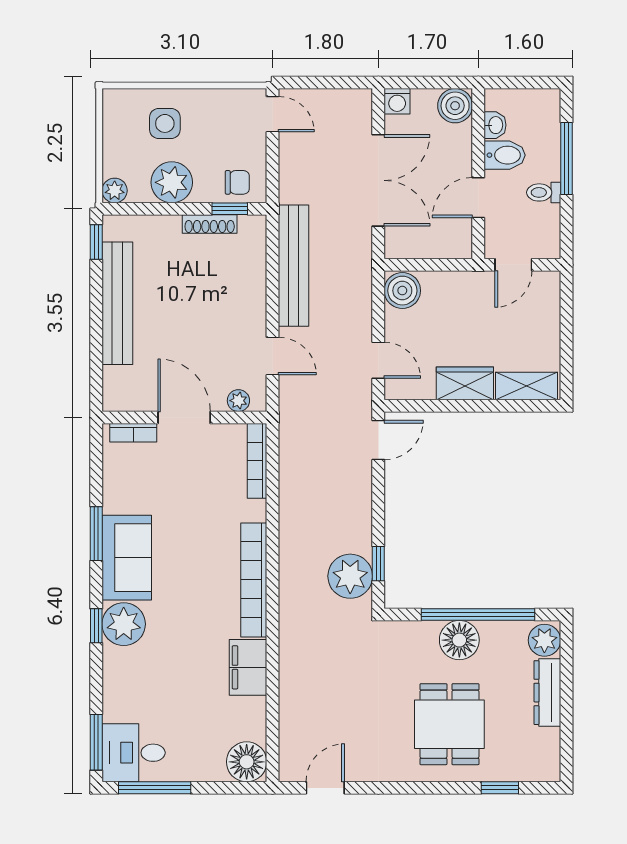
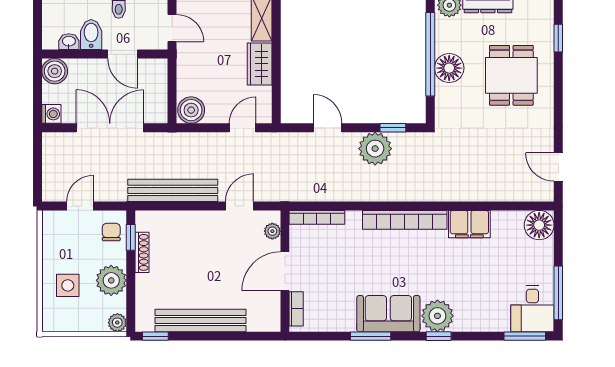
door: (273, 114) -> (80, 206), moved
door: (378, 440) -> (328, 128), moved
plant: (350, 576) -> (375, 149), moved
dining table: (449, 724) -> (511, 75), turned 90

